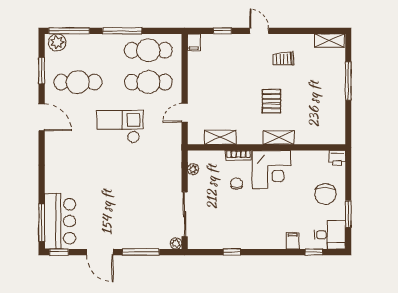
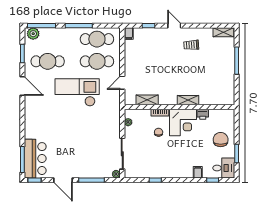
pallet: (271, 101) -> (183, 75), removed
checkout: (120, 127) -> (77, 92), width x1.36, depth x1.21
printer: (337, 158) -> (203, 114), moved
chair: (325, 194) -> (221, 140), turned 180

